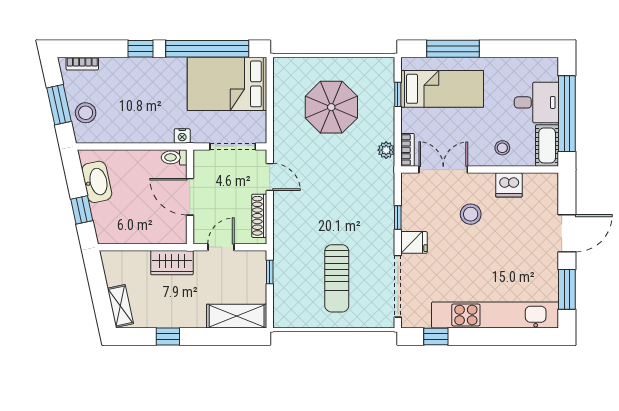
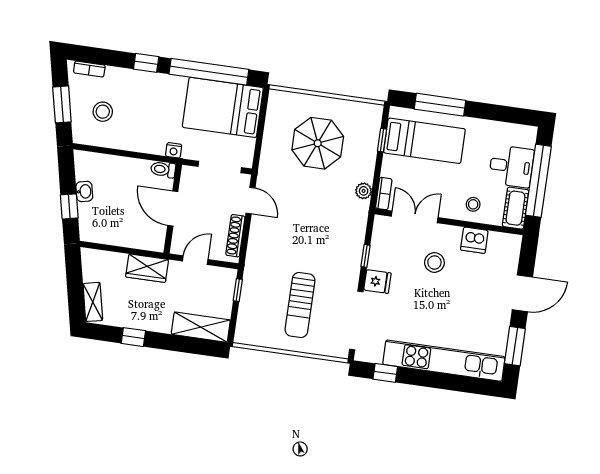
stool: (86, 113) -> (103, 112), moved
washbasin: (97, 182) -> (84, 191), width x0.52, depth x0.69

